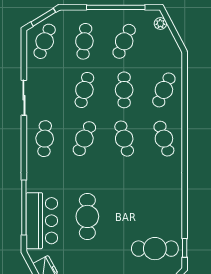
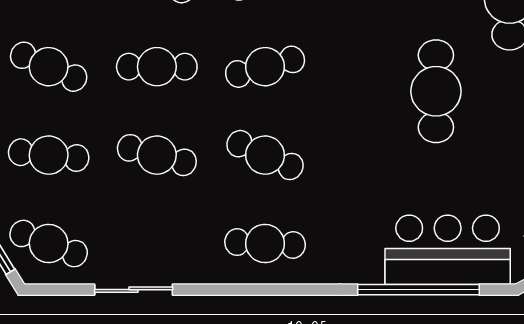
sliding door: (24, 98) -> (134, 290), moved
cafe table: (87, 216) -> (436, 91), moved, turned 90

